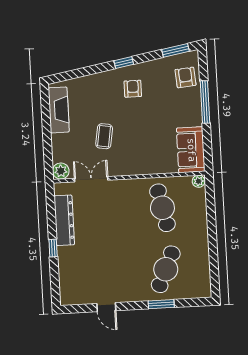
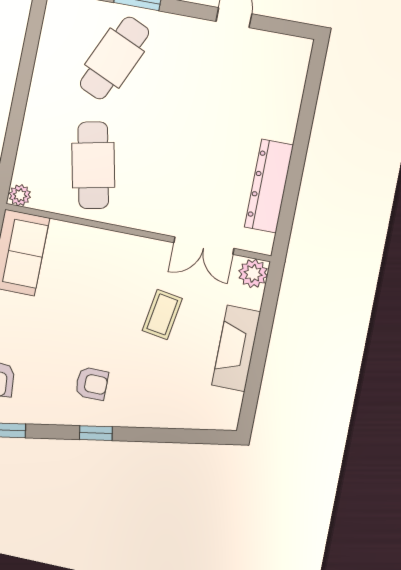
armchair: (133, 89) -> (92, 384), turned -90
fireplace: (59, 110) -> (236, 348), moved
window: (53, 248) -> (301, 143), removed

